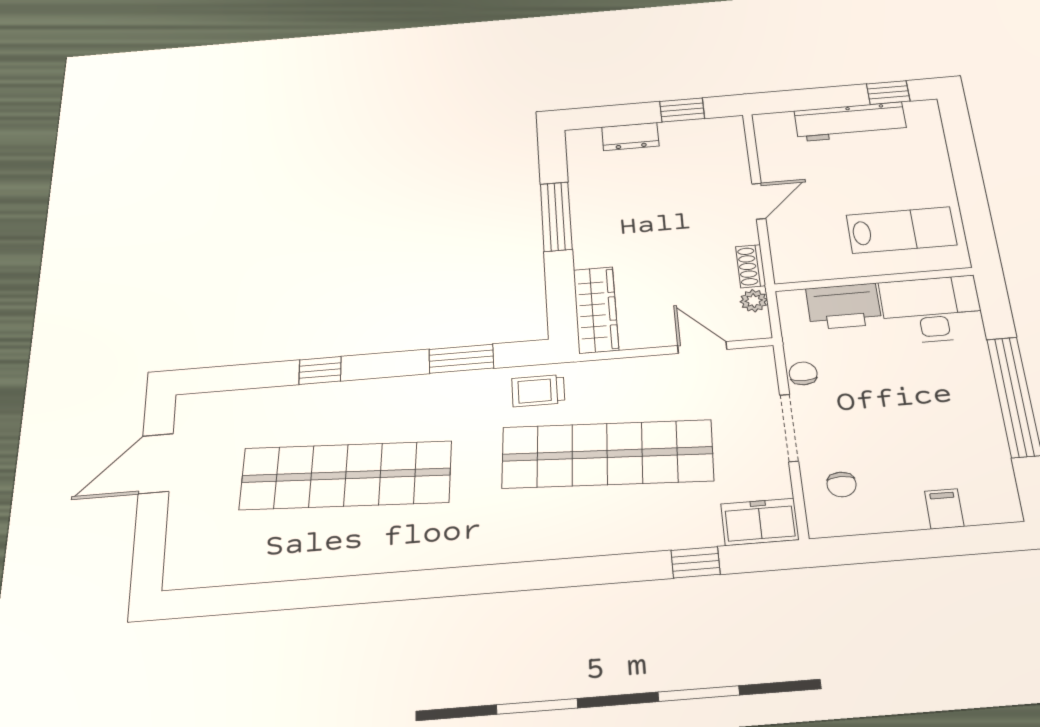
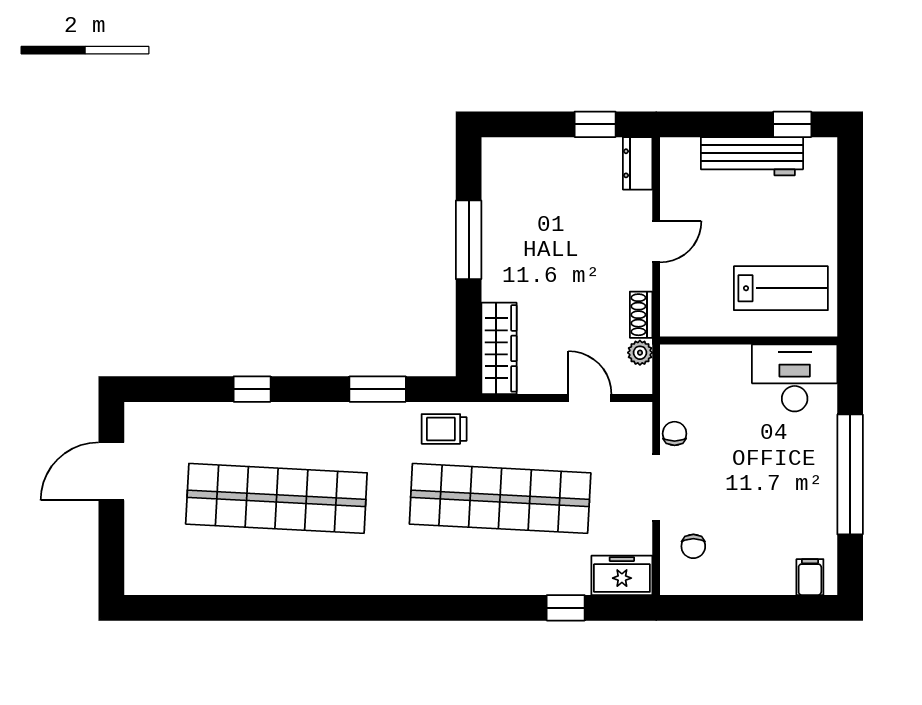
dresser: (630, 137) -> (638, 163), moved, turned 90
printer: (844, 306) -> (718, 367), removed
filing cabinet: (944, 509) -> (810, 577), moved

